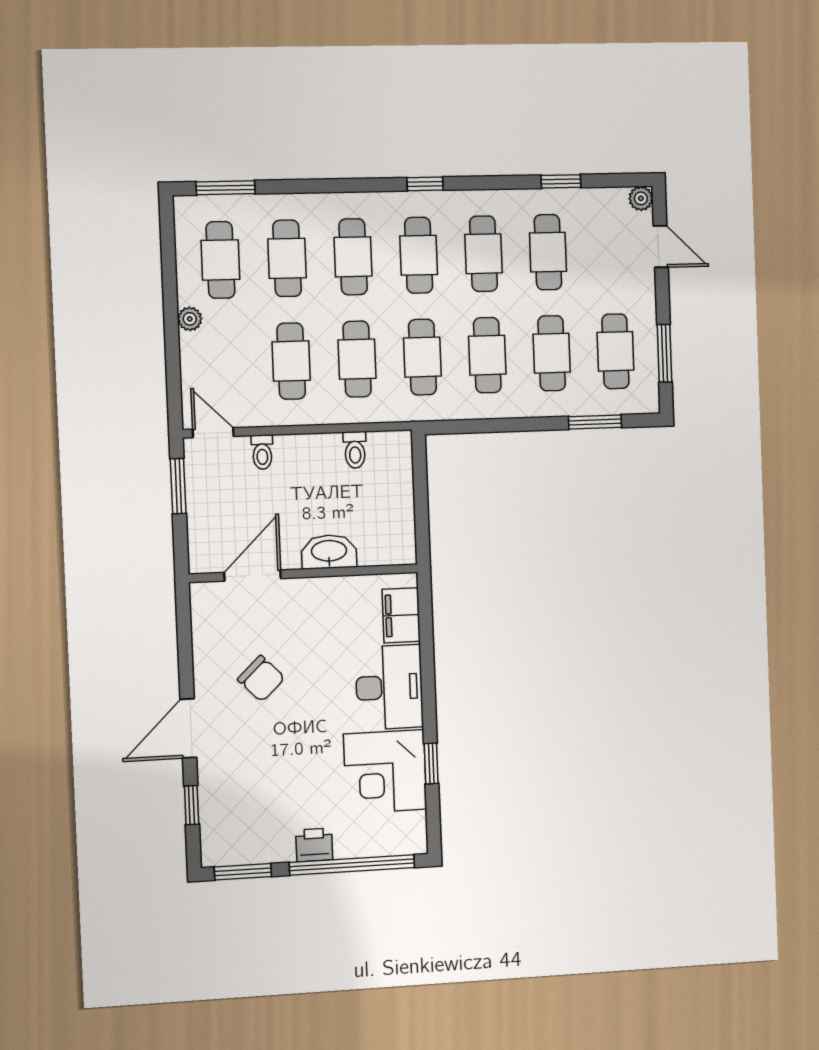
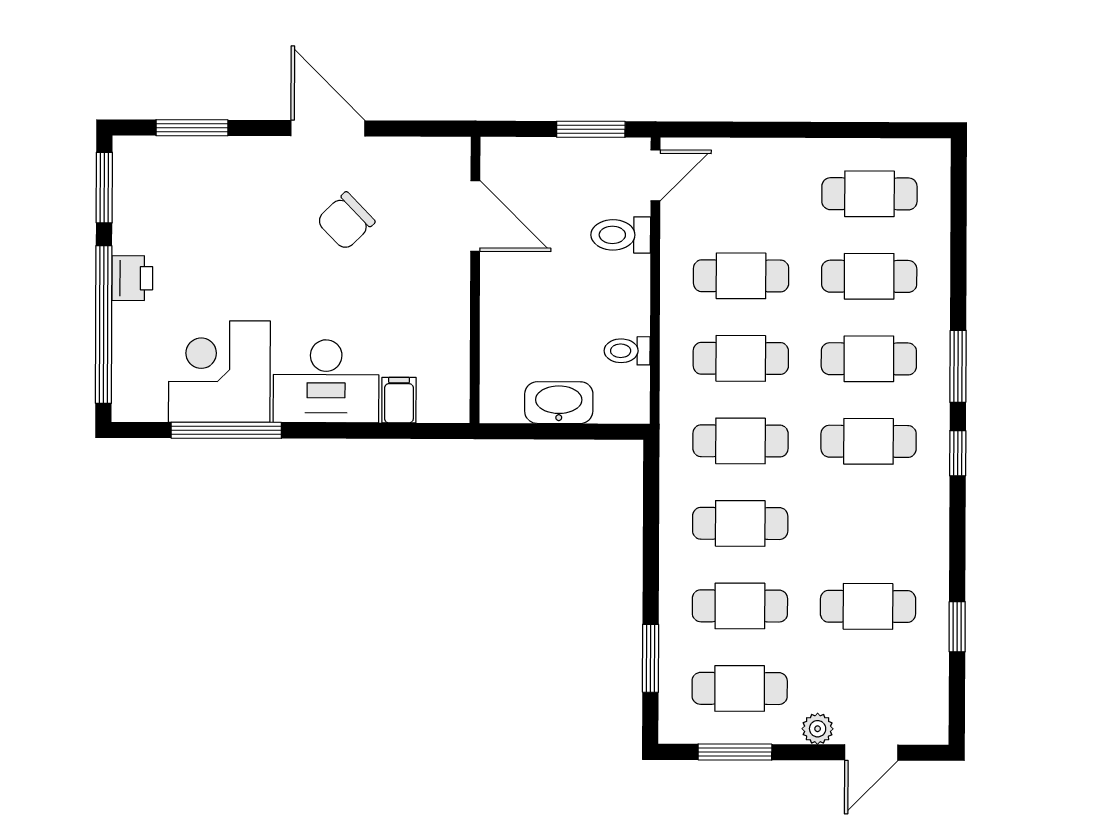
window: (226, 188) -> (958, 366), moved
plant: (641, 198) -> (818, 729), moved
cafe table: (484, 254) -> (868, 524), removed
plant: (190, 319) -> (798, 153), removed
toilet: (262, 452) -> (621, 235), width x1.37, depth x1.39
washbasin: (329, 552) -> (559, 403), moved, turned -90
filing cabinet: (401, 615) -> (399, 400), width x0.50
door: (188, 728) -> (328, 128), moved
window: (431, 763) -> (226, 430), width x2.17
window: (192, 805) -> (192, 128), width x1.50

